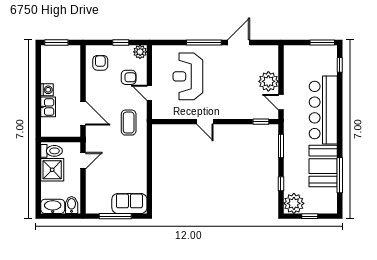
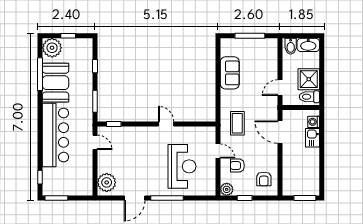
plant: (268, 81) -> (107, 182), moved
washing machine: (47, 90) -> (314, 122), moved
plant: (294, 203) -> (52, 48), moved
sofa: (129, 204) -> (230, 73), moved, turned -90

